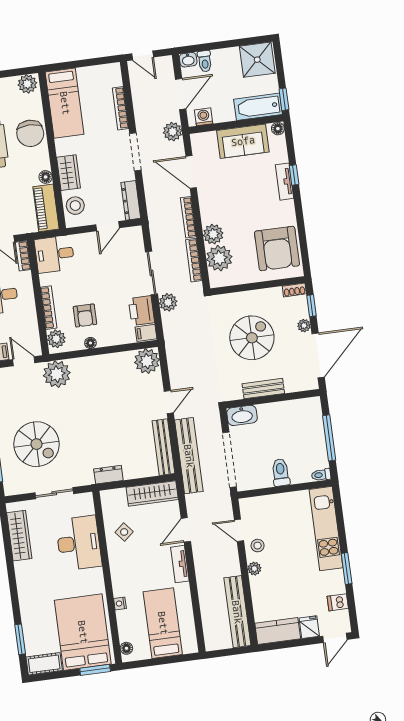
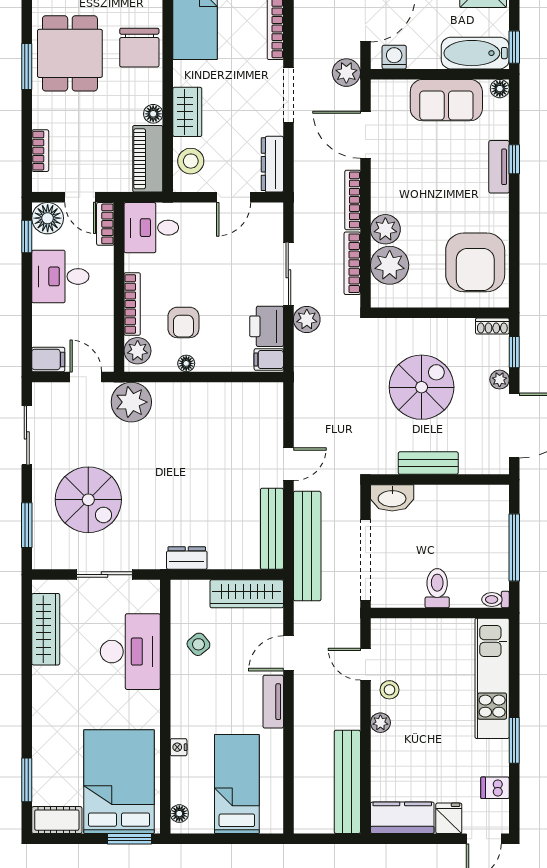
plant: (147, 361) -> (265, 401), removed

